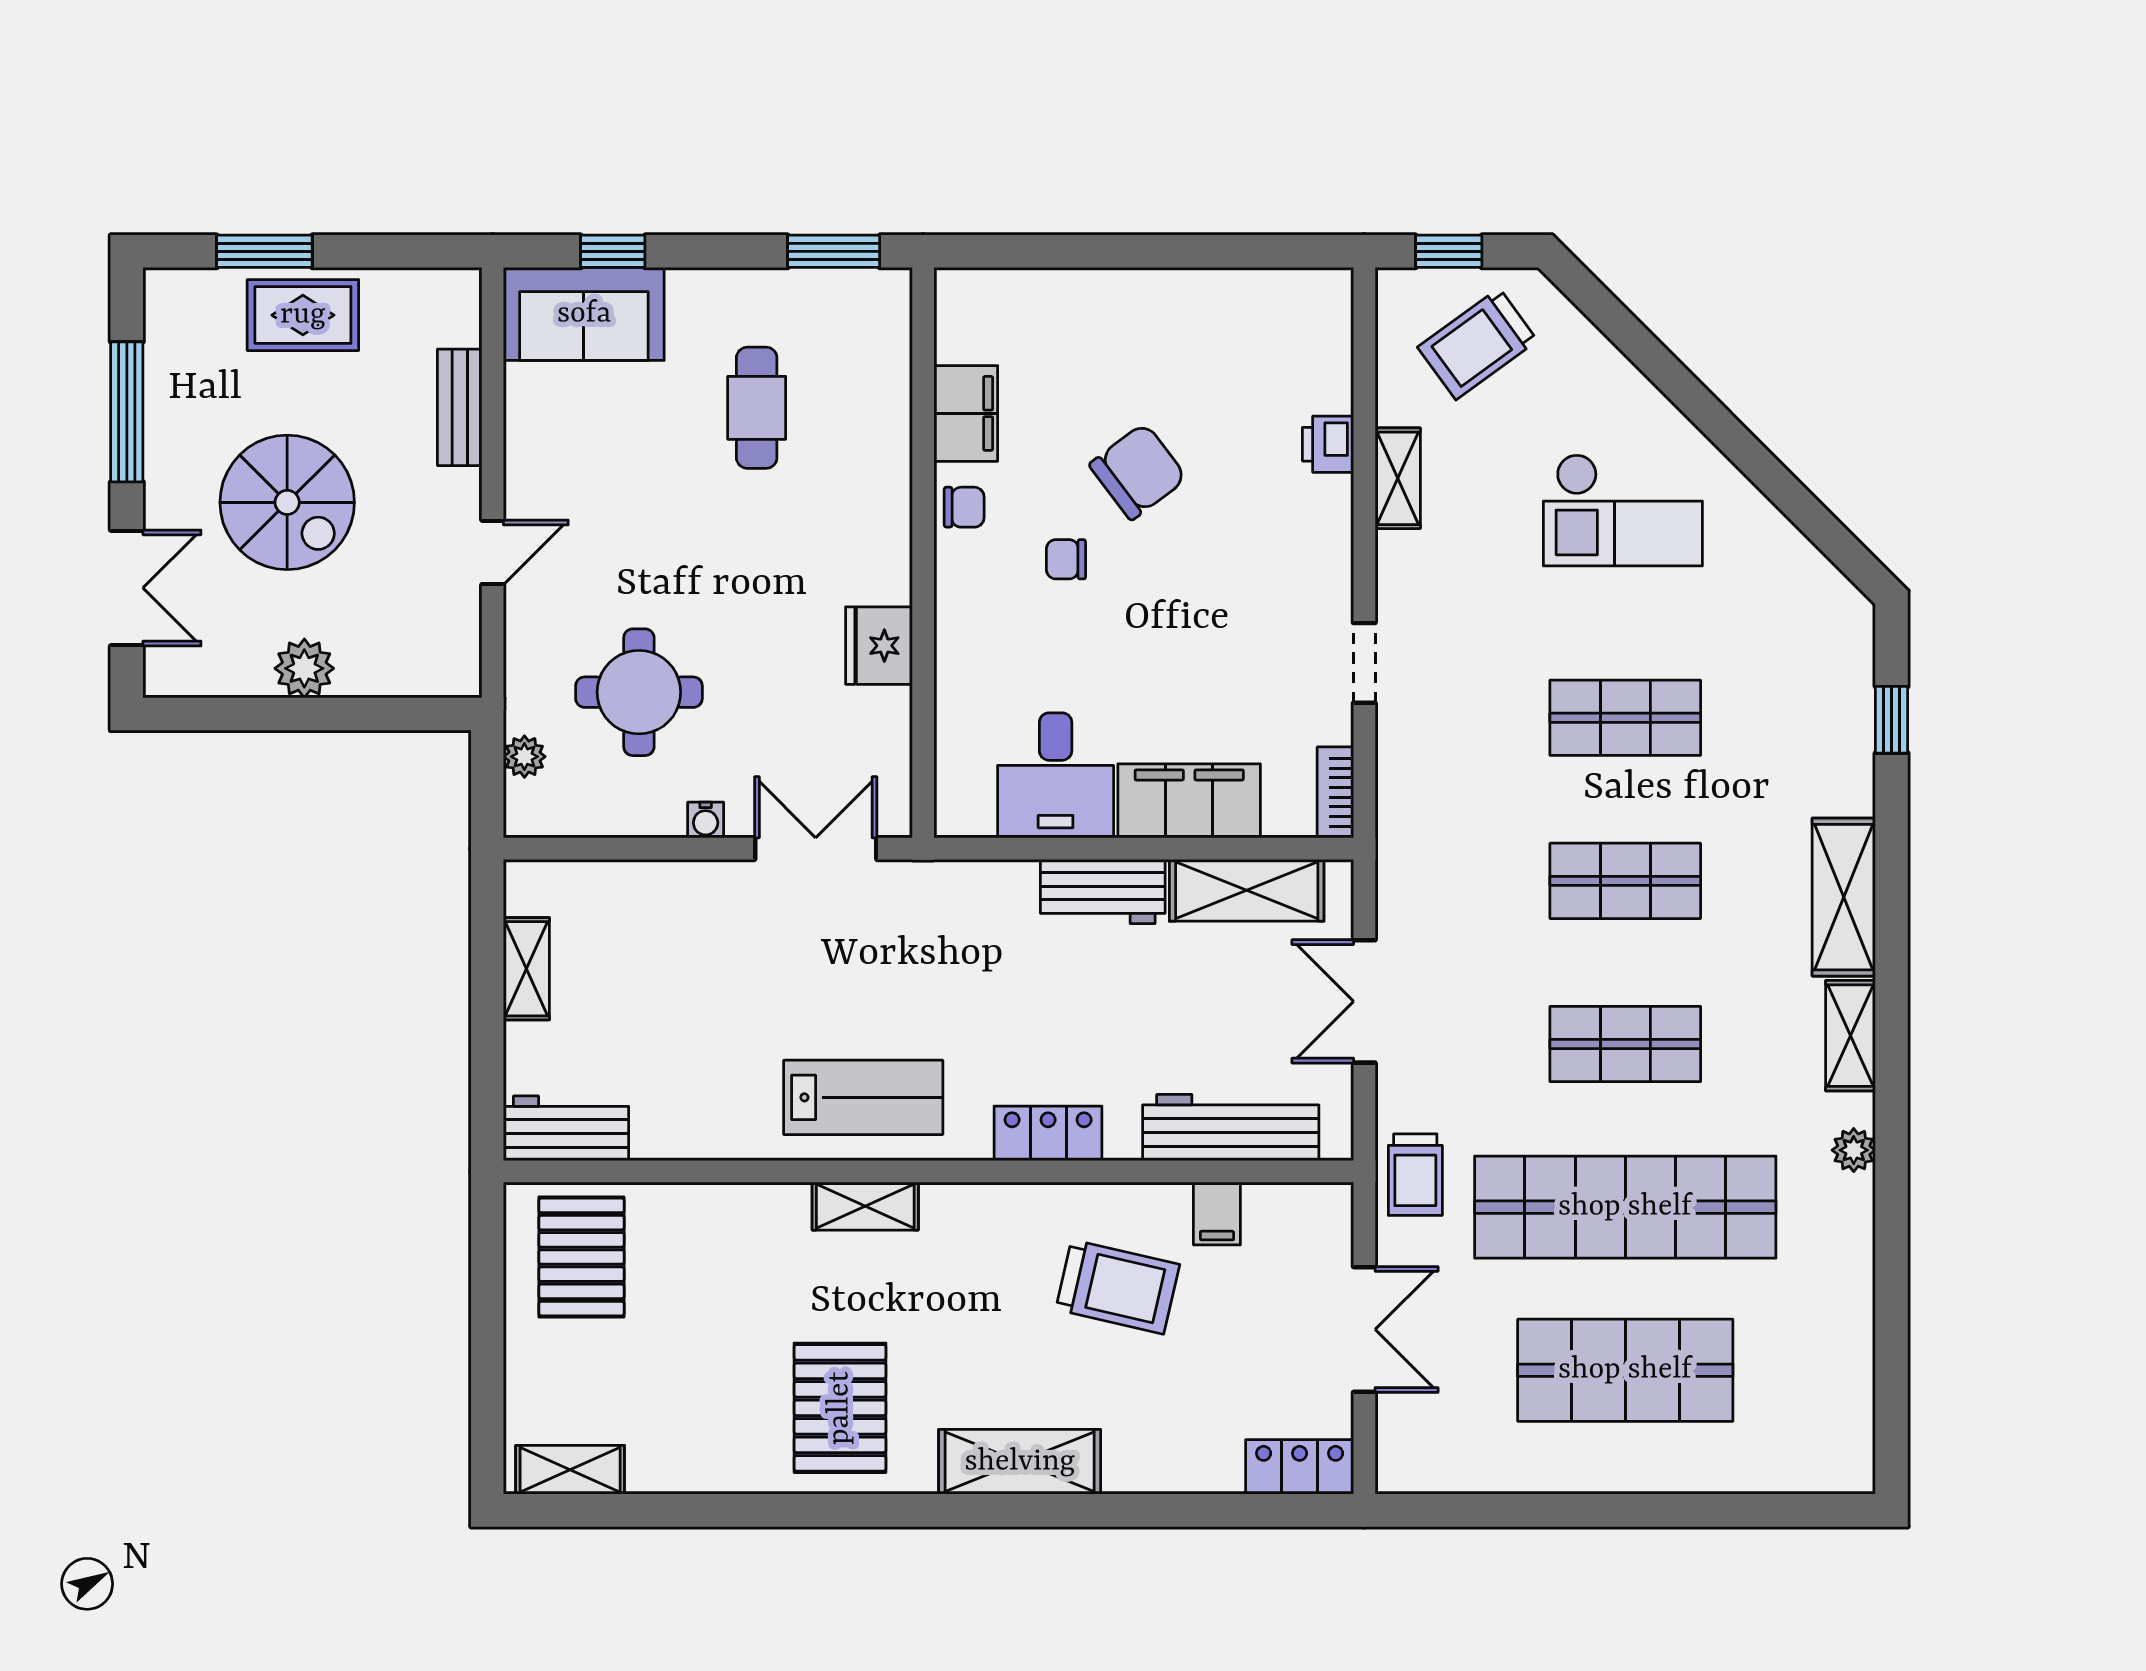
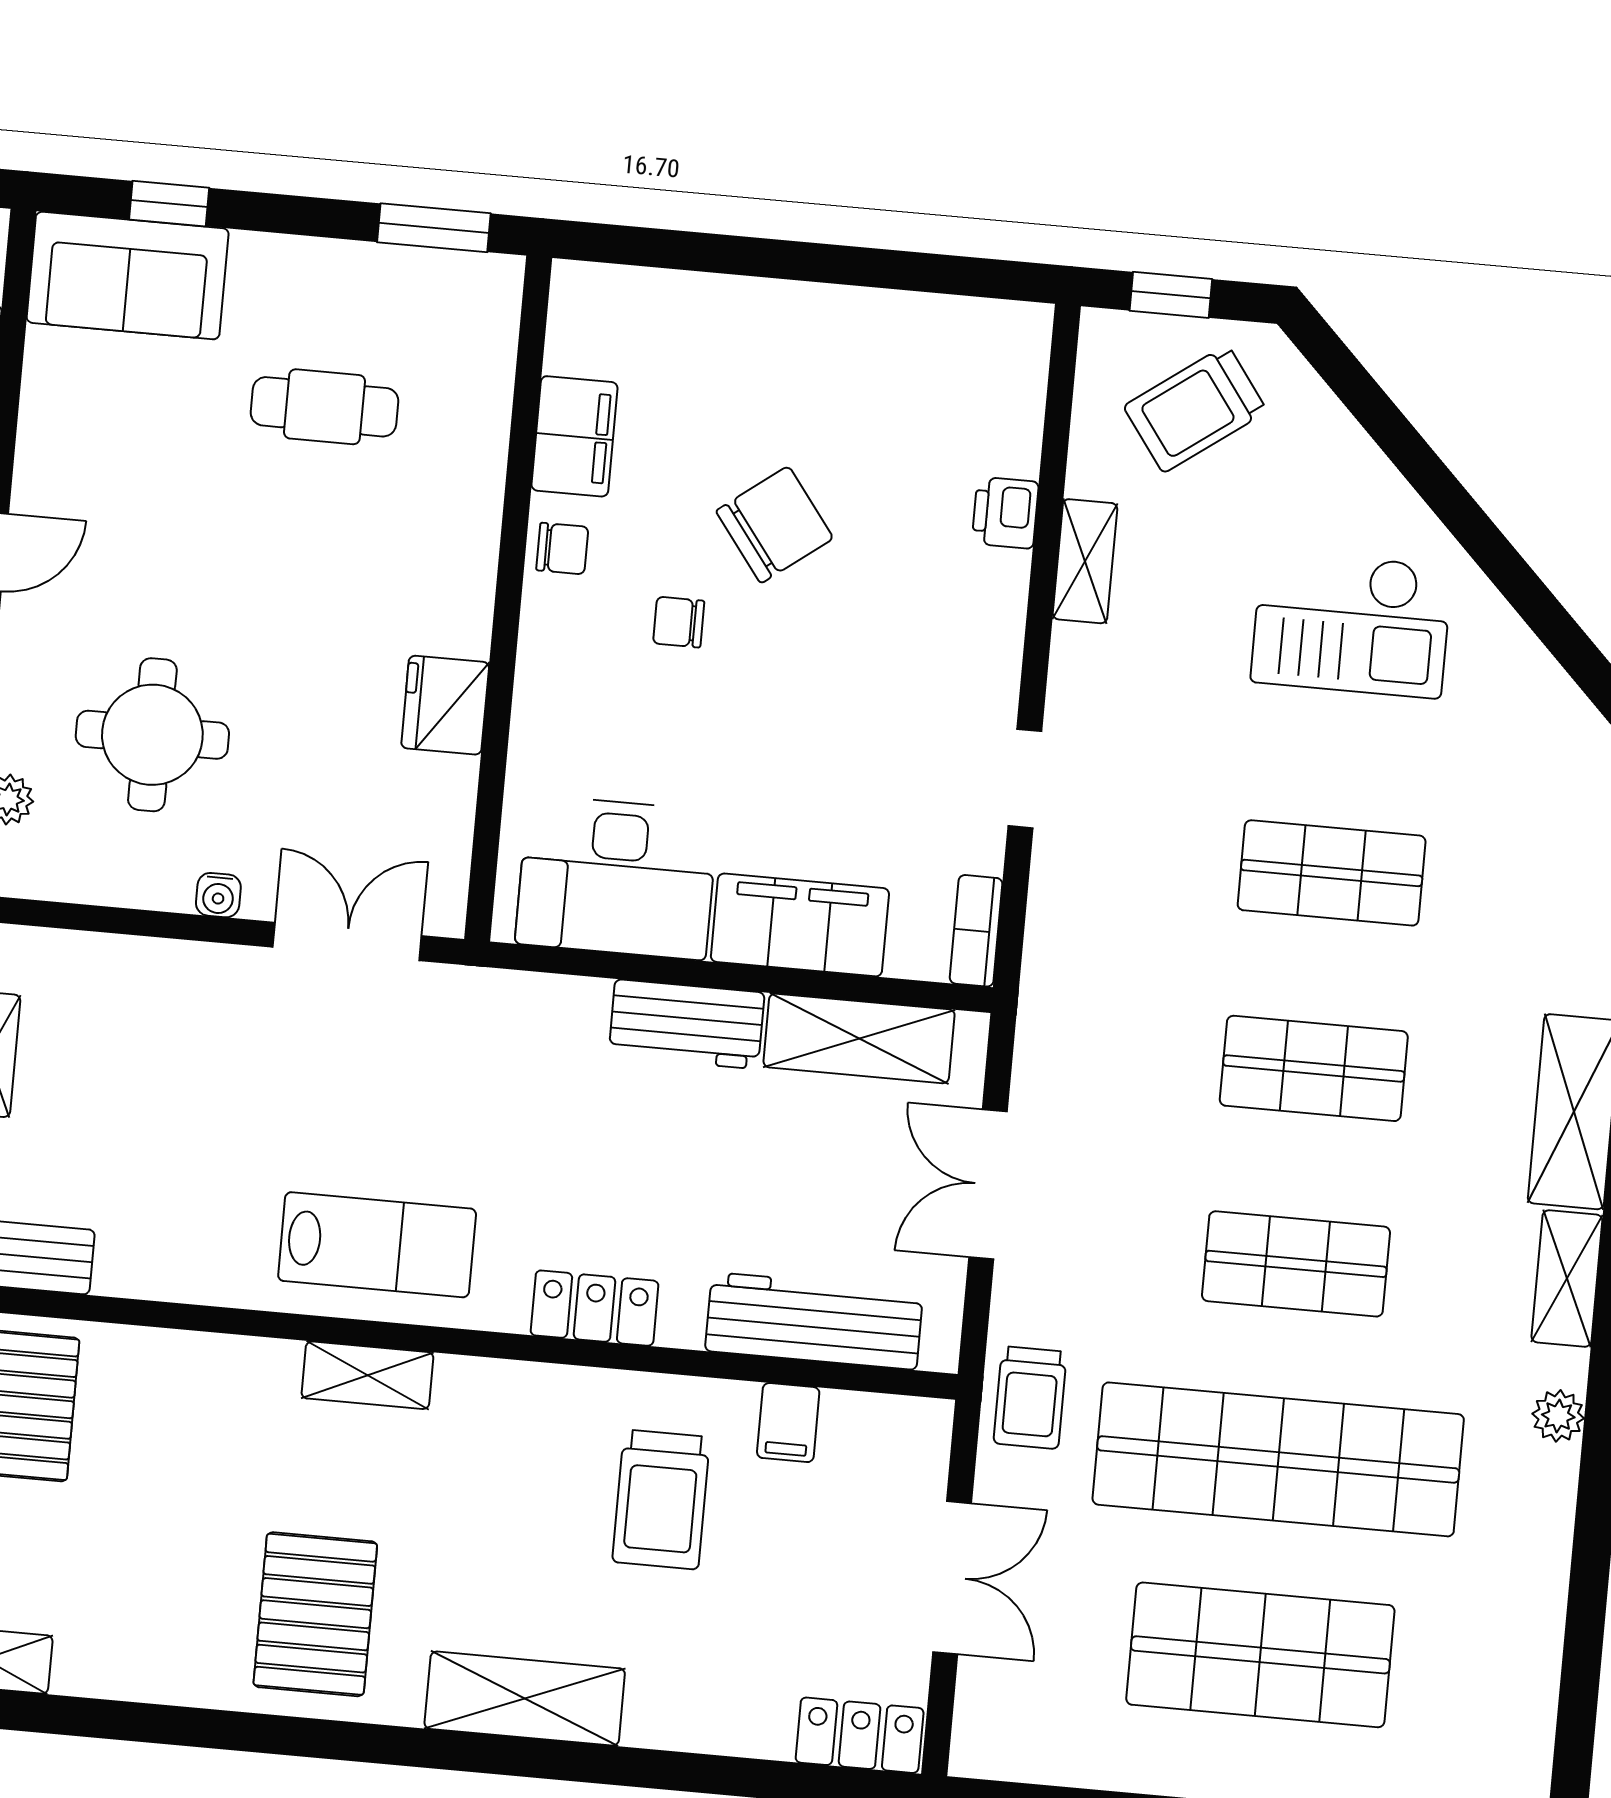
cafe table: (757, 408) -> (324, 407), turned 90
desk: (1056, 775) -> (617, 877), width x1.37
trolley: (1118, 1287) -> (661, 1500), turned 77

